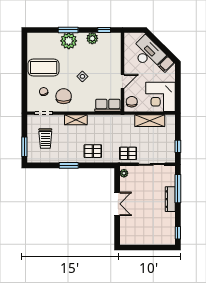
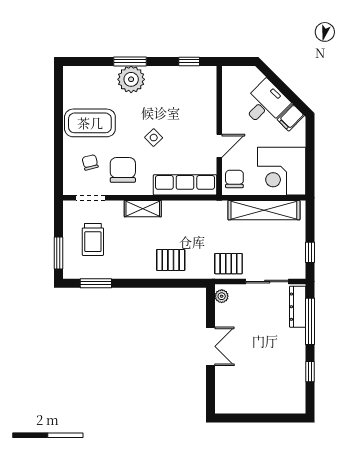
plant: (92, 38) -> (170, 75), removed
desk: (148, 53) -> (265, 104), width x0.73
row of seats: (108, 105) -> (185, 185), width x1.48
shelving: (150, 121) -> (264, 210), width x1.47
window: (69, 165) -> (96, 283), moved
dresser: (170, 199) -> (298, 307), moved
window: (178, 233) -> (310, 372), moved

